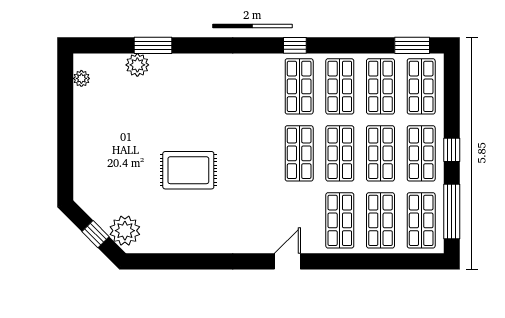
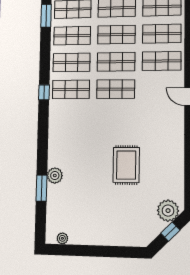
plant: (137, 65) -> (55, 176), moved

